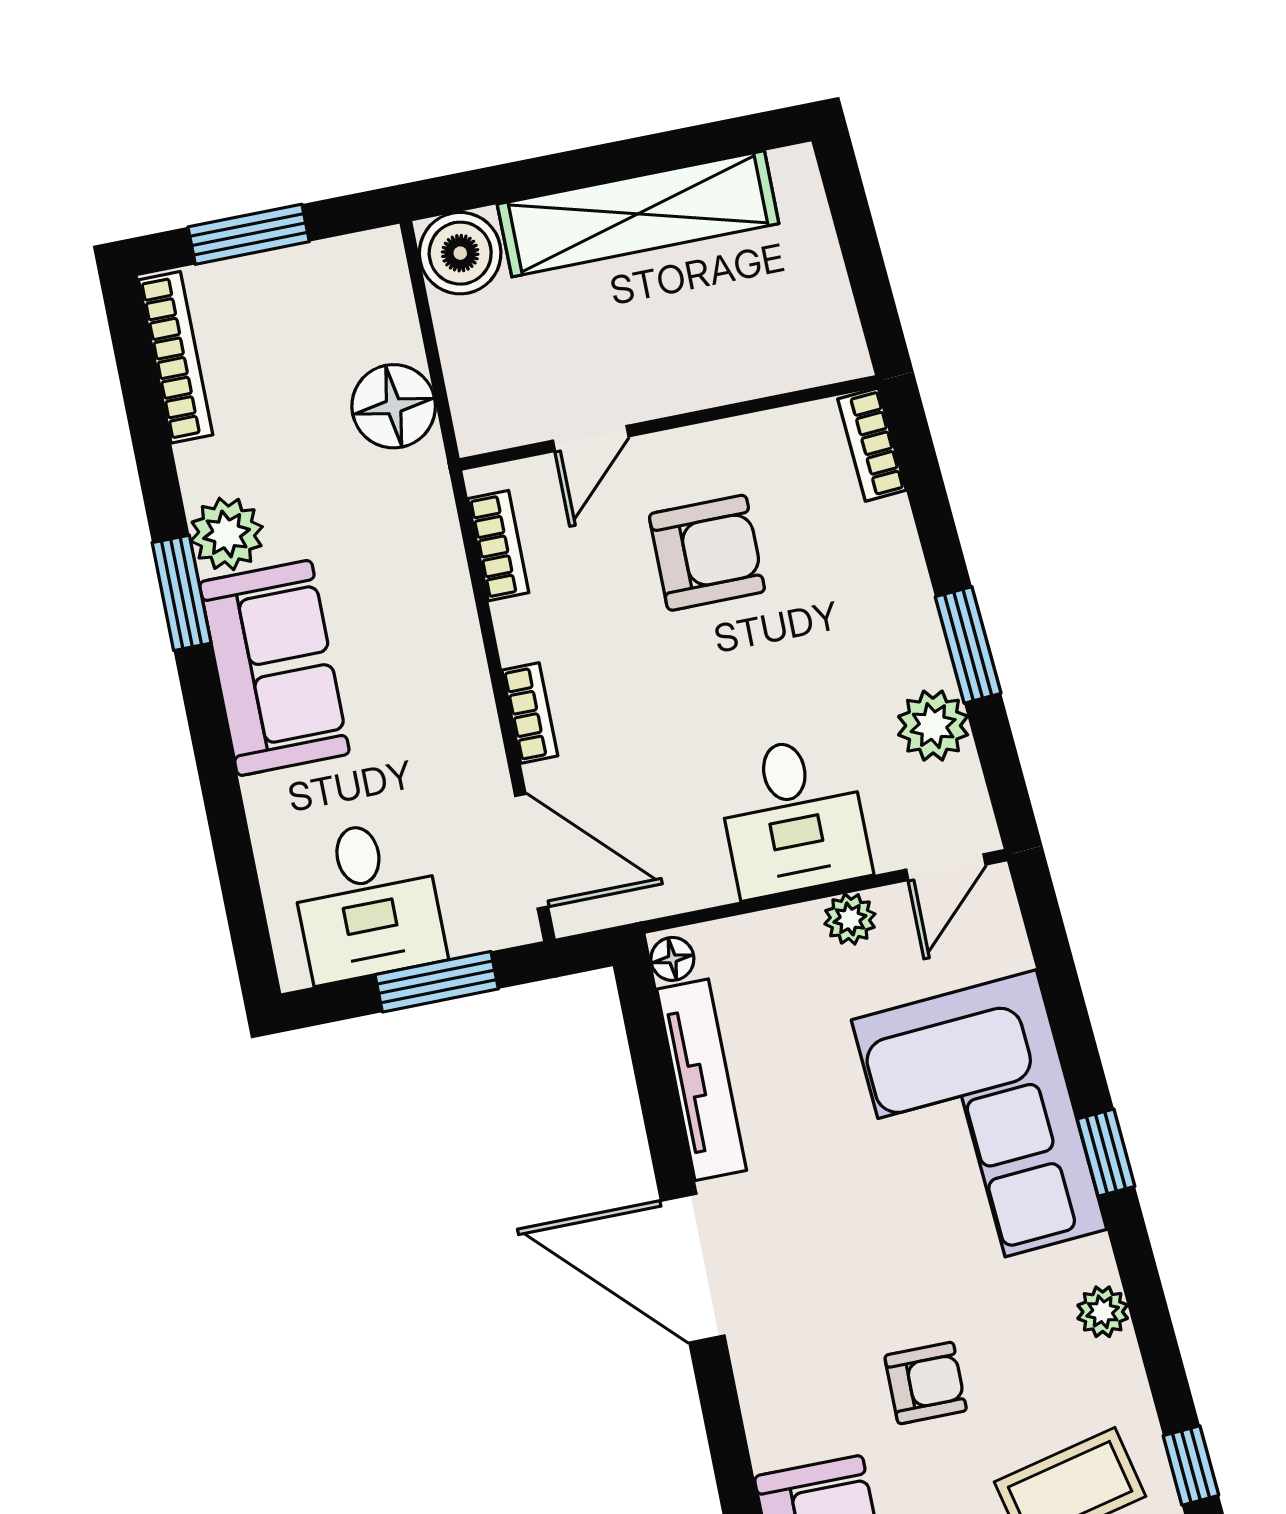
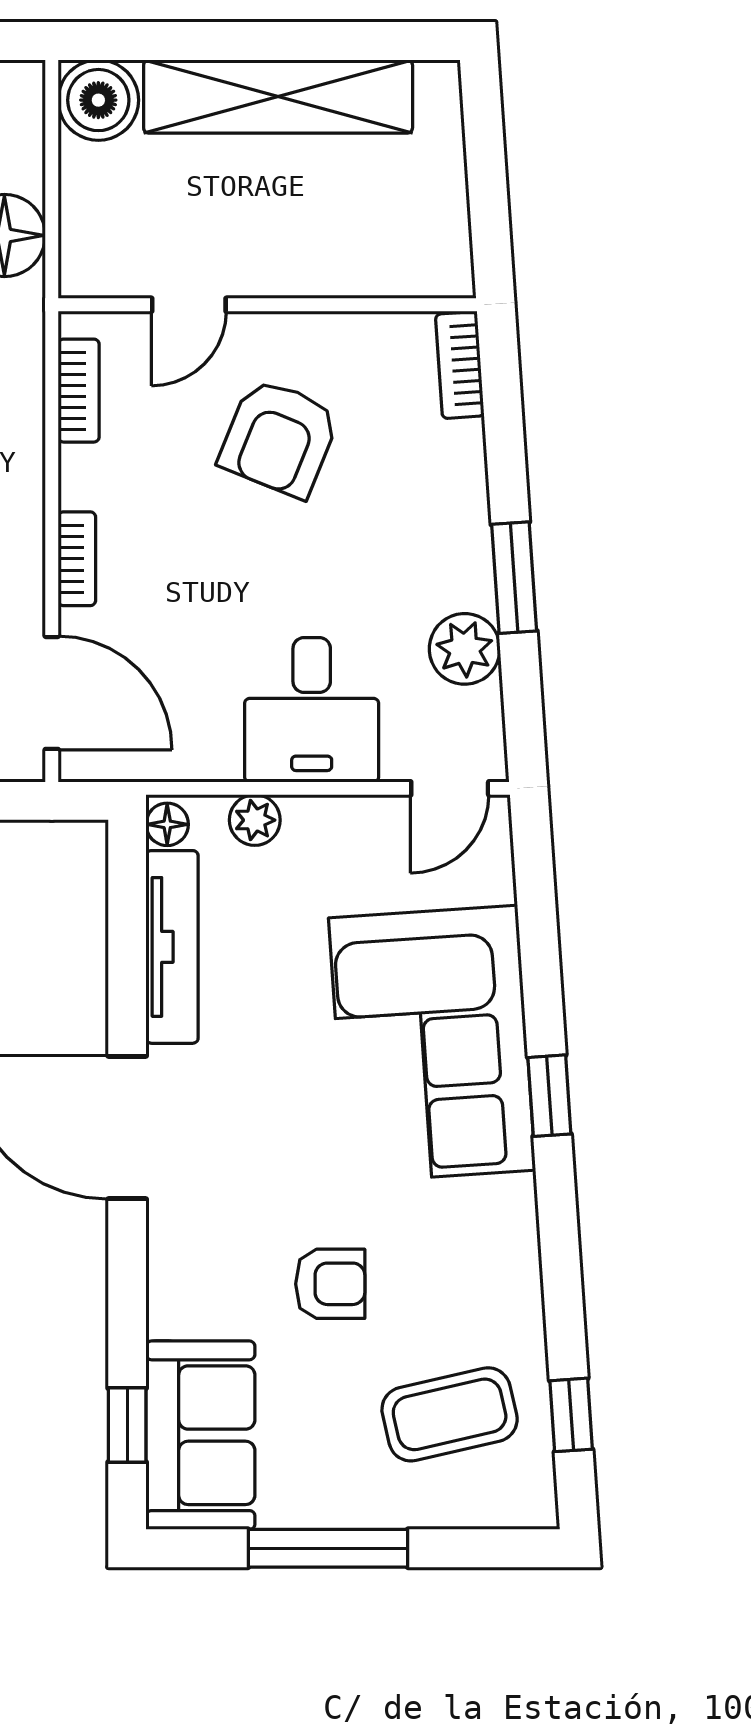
armchair: (707, 553) -> (279, 438), turned 112
plant: (850, 919) -> (255, 820), moved
plant: (1103, 1312) -> (515, 1249), removed

